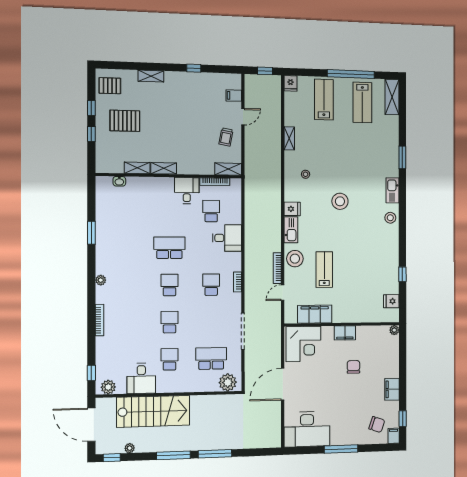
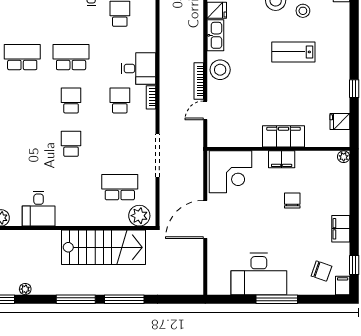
stool: (390, 218) -> (303, 11), moved
desk: (227, 238) -> (139, 68), moved
lab bench: (324, 270) -> (293, 52), moved, turned -90
filing cabinet: (315, 314) -> (284, 136), moved
school desk: (169, 359) -> (22, 57), moved, width x1.85
stairs: (153, 411) -> (104, 247), moved
desk: (307, 429) -> (259, 274), moved

